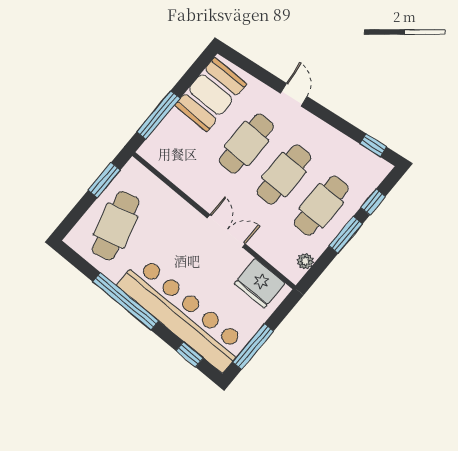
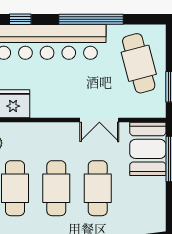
booth: (211, 95) -> (148, 149), moved
double door: (226, 231) -> (99, 120), moved

